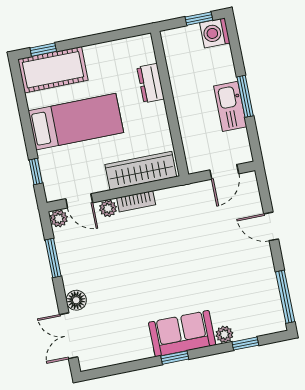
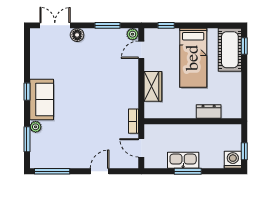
wardrobe: (141, 171) -> (153, 86), width x0.67
bookcase: (136, 201) -> (134, 121), moved
plant: (108, 208) -> (133, 68), removed
window: (245, 344) -> (27, 139), width x1.50

